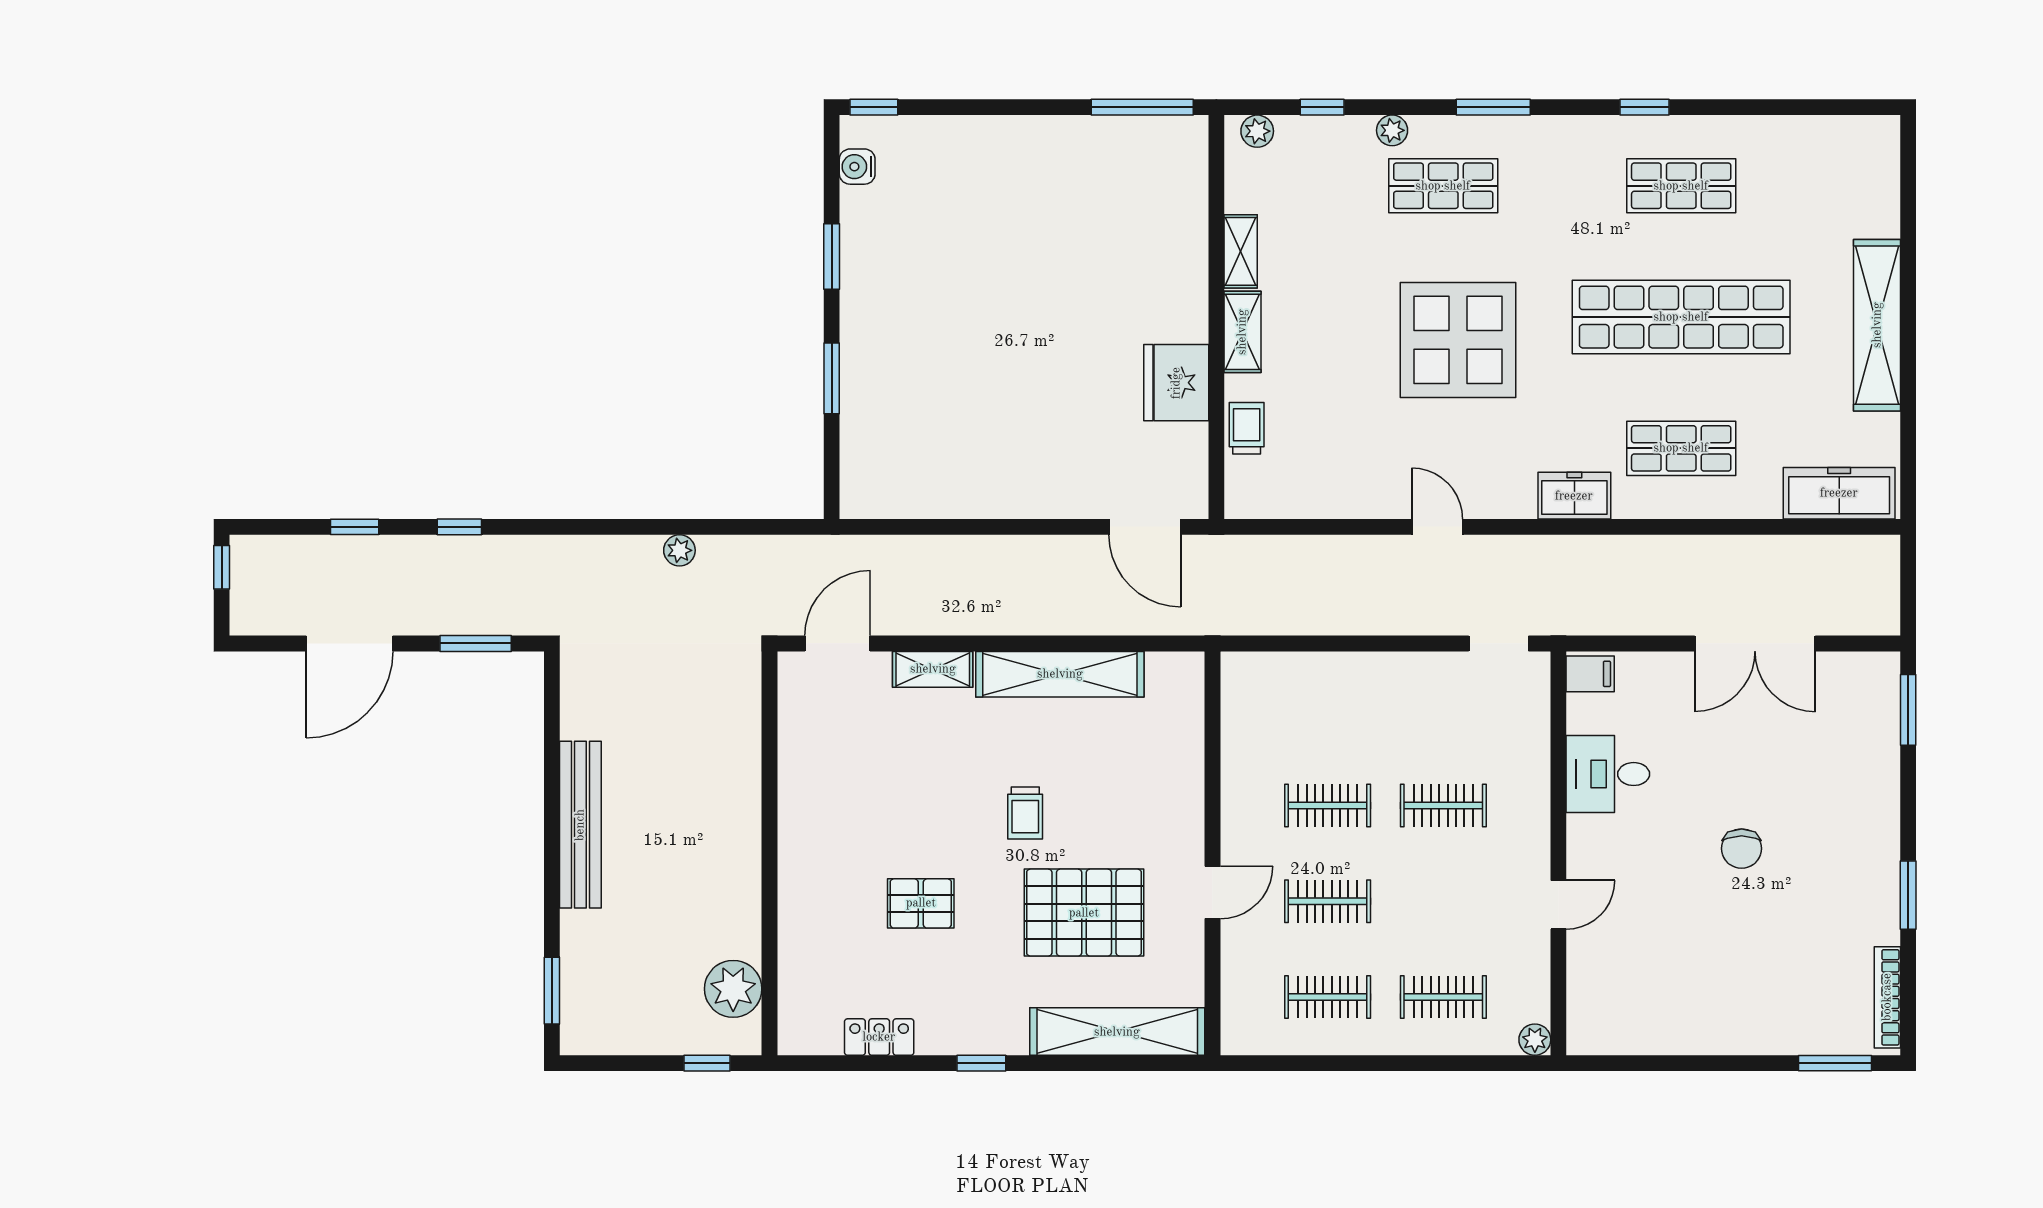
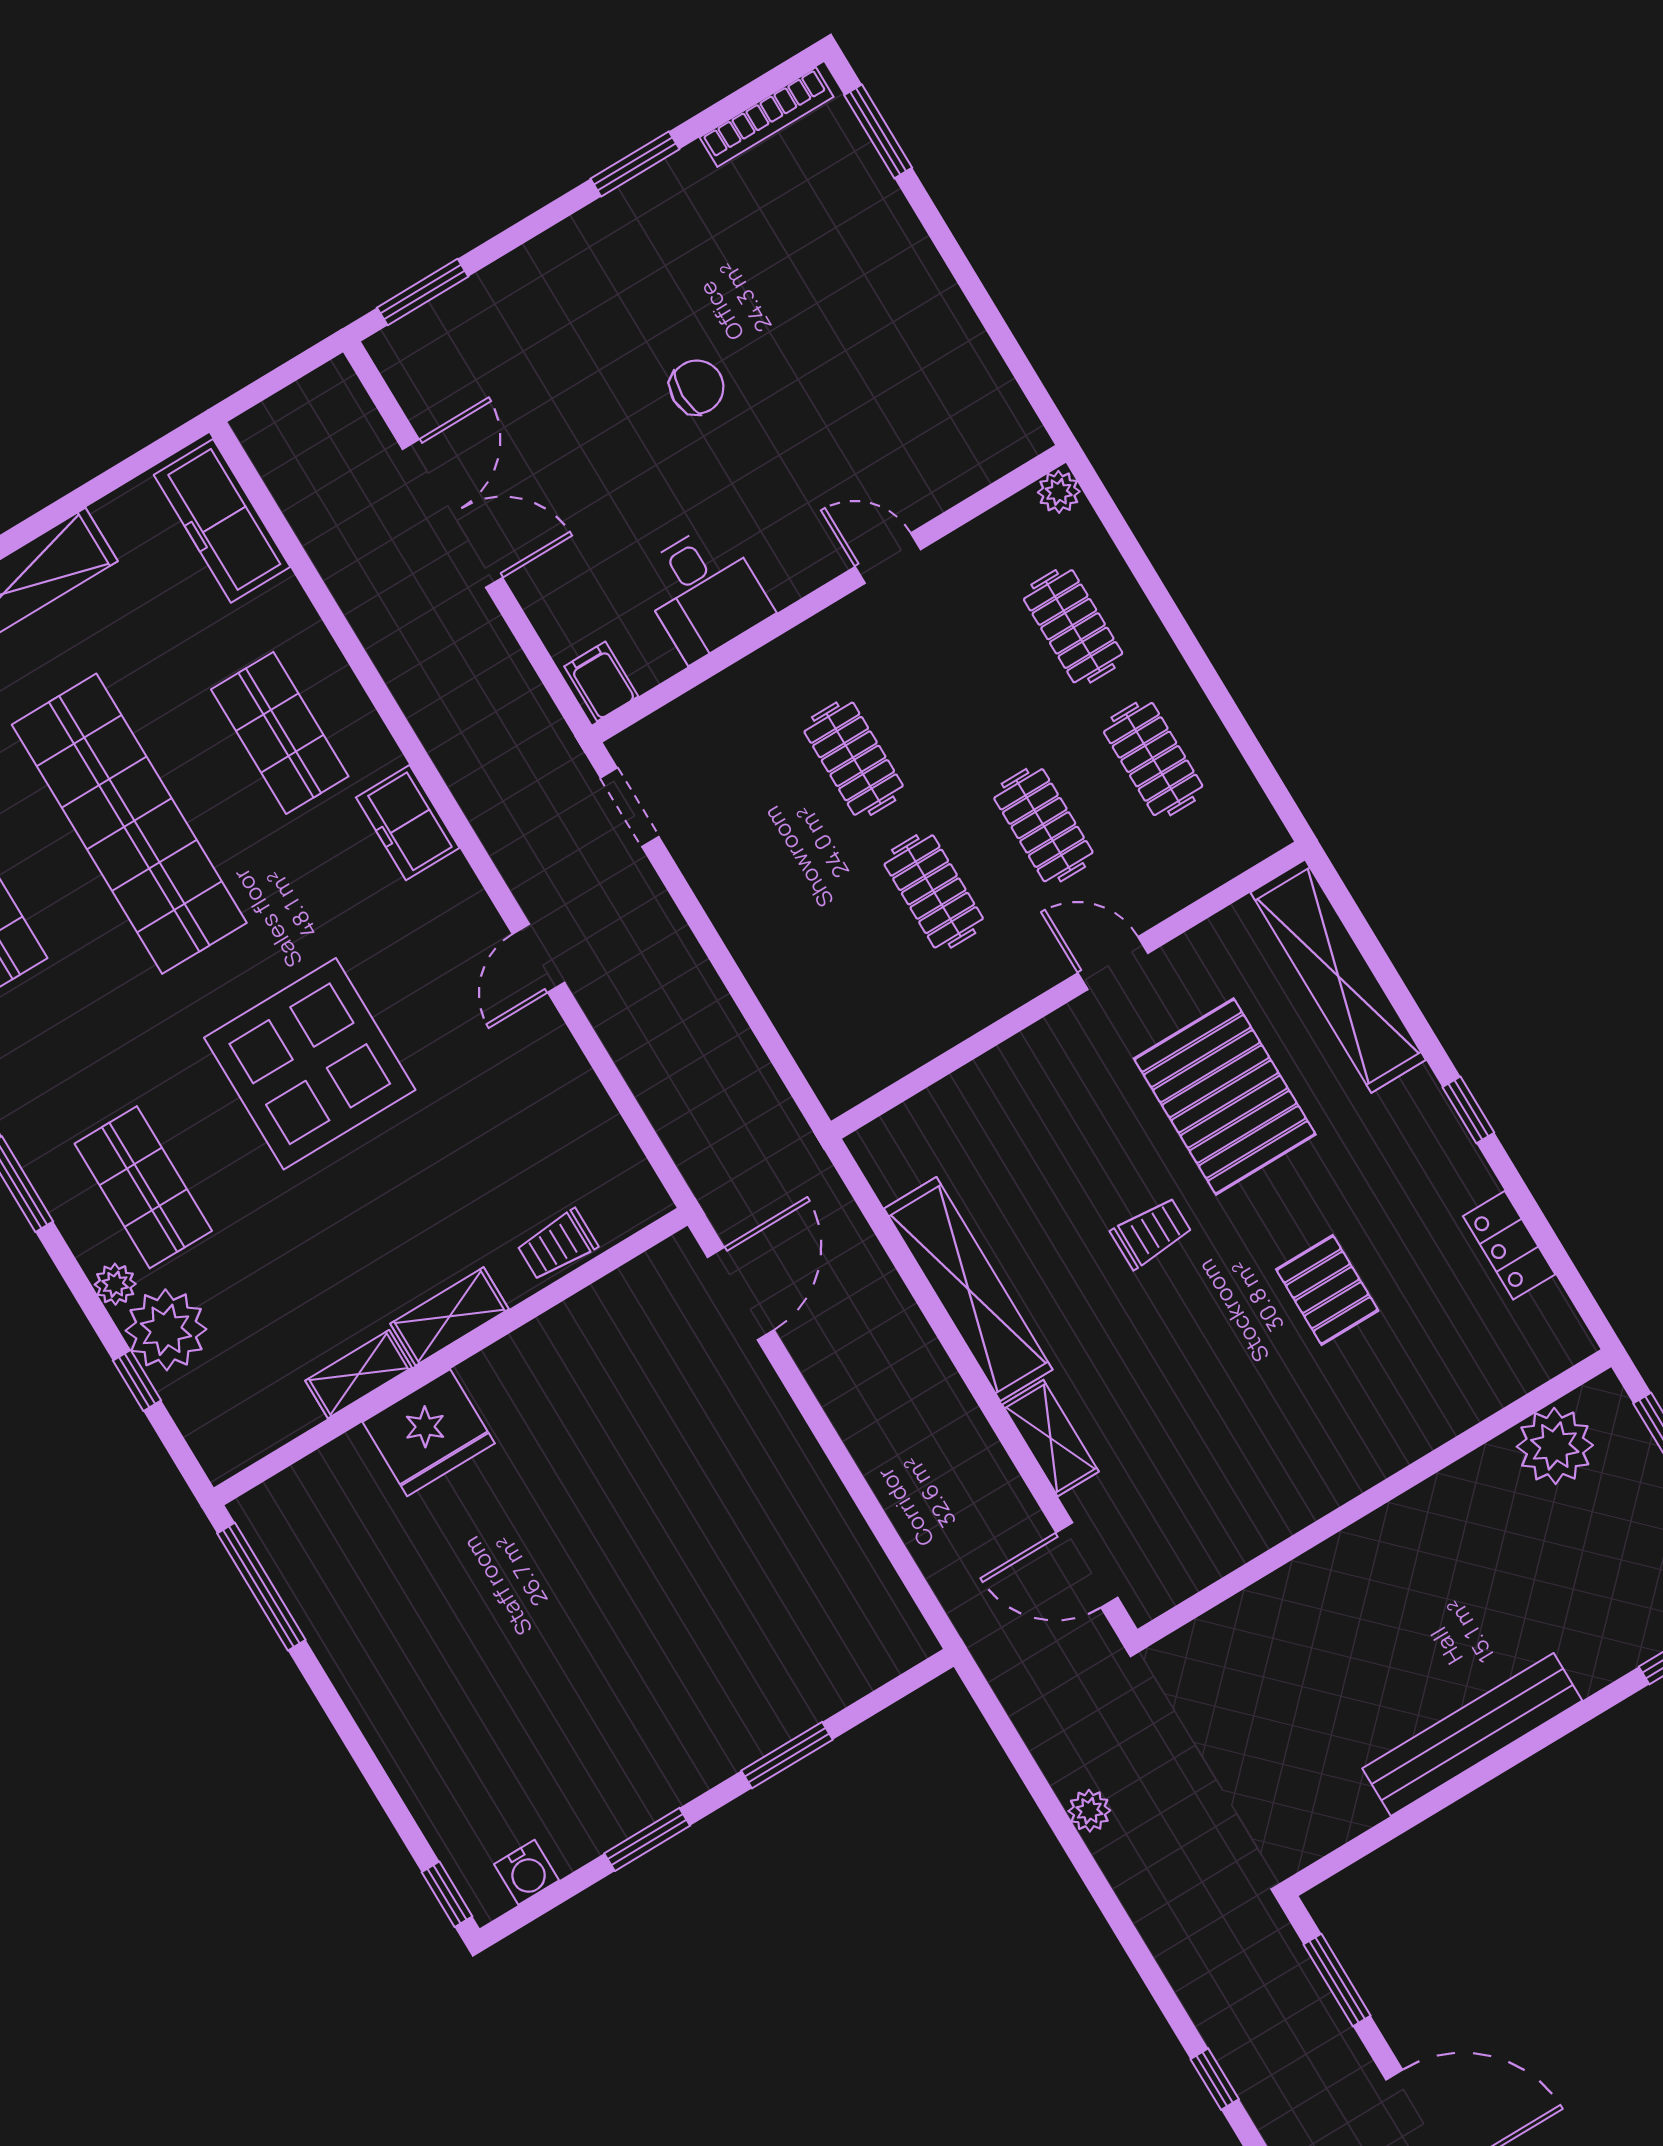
plant: (1257, 131) -> (166, 1330), moved, width x1.87, depth x1.87
fridge: (1176, 383) -> (429, 1433), moved

